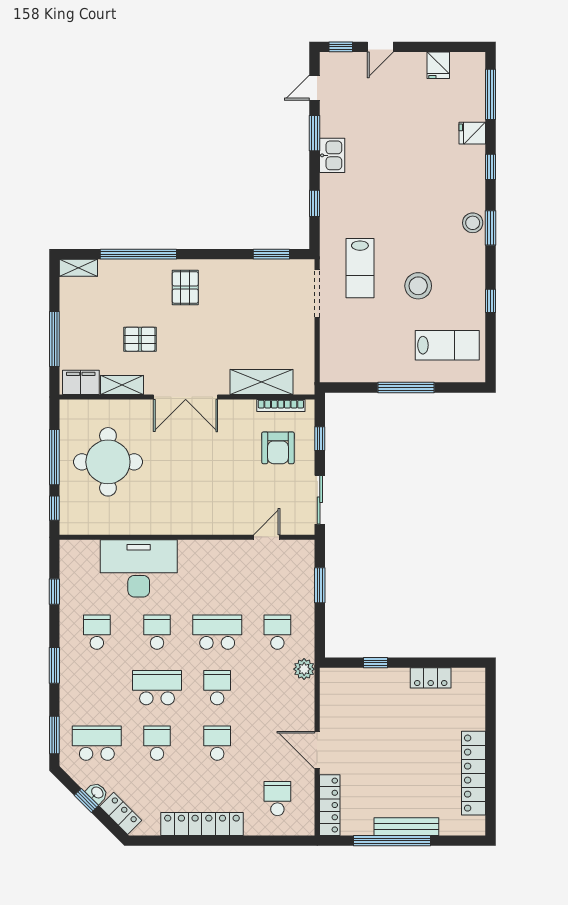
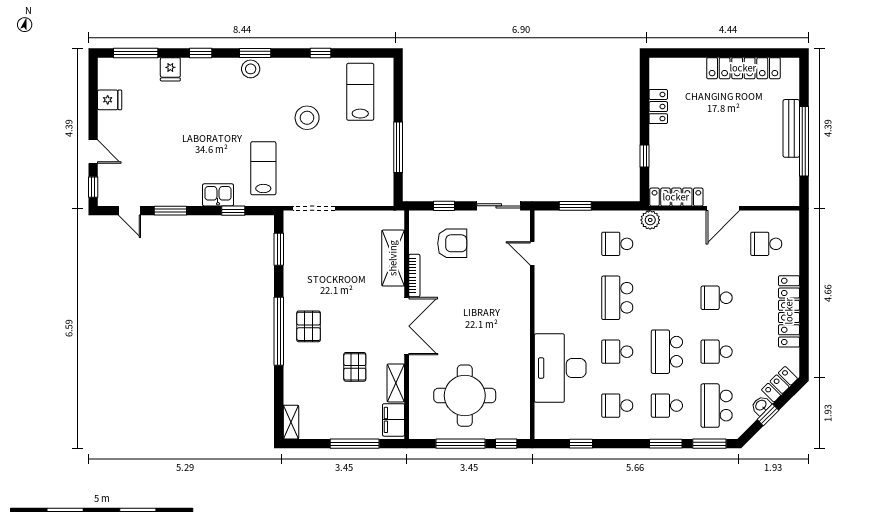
kitchen sink: (332, 155) -> (218, 195), moved
window: (138, 254) -> (279, 331), moved
lab bench: (360, 268) -> (263, 168), moved, turned -90
pallet: (185, 288) -> (309, 326), turned 90
window: (406, 387) -> (398, 147), moved
bookcase: (281, 406) -> (414, 275), moved
window: (54, 665) -> (666, 444), moved
school desk: (217, 688) -> (667, 406), moved
locker: (330, 805) -> (676, 197), moved

